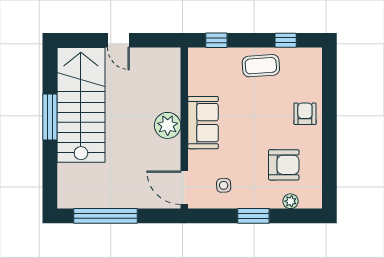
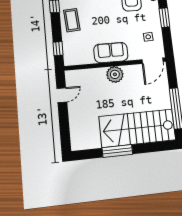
door: (118, 40) -> (62, 95), moved
stairs: (81, 105) -> (137, 128), moved

